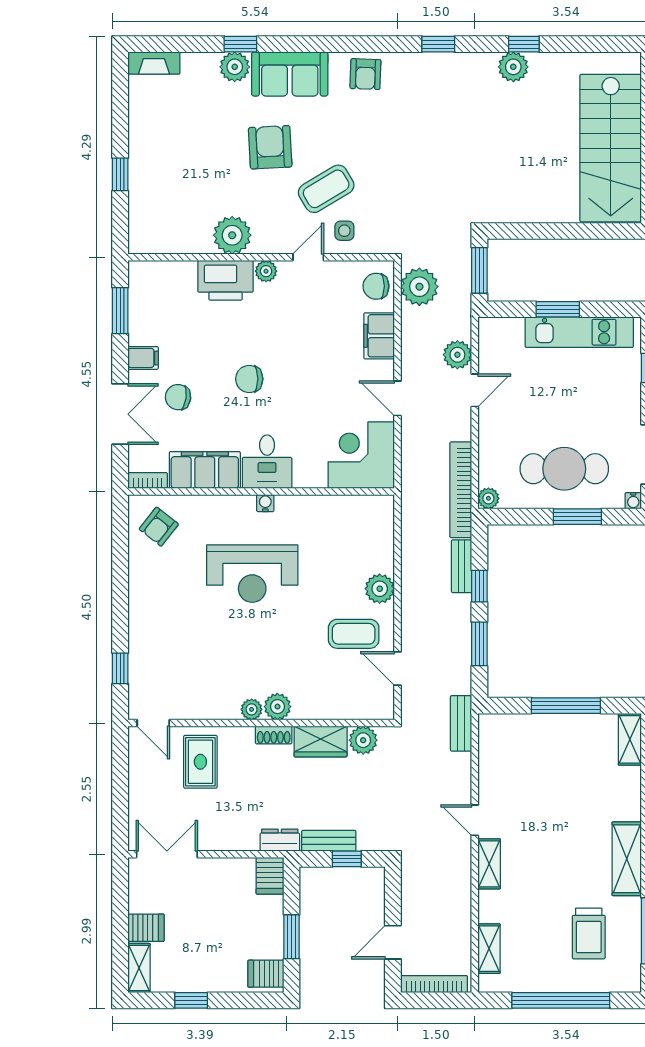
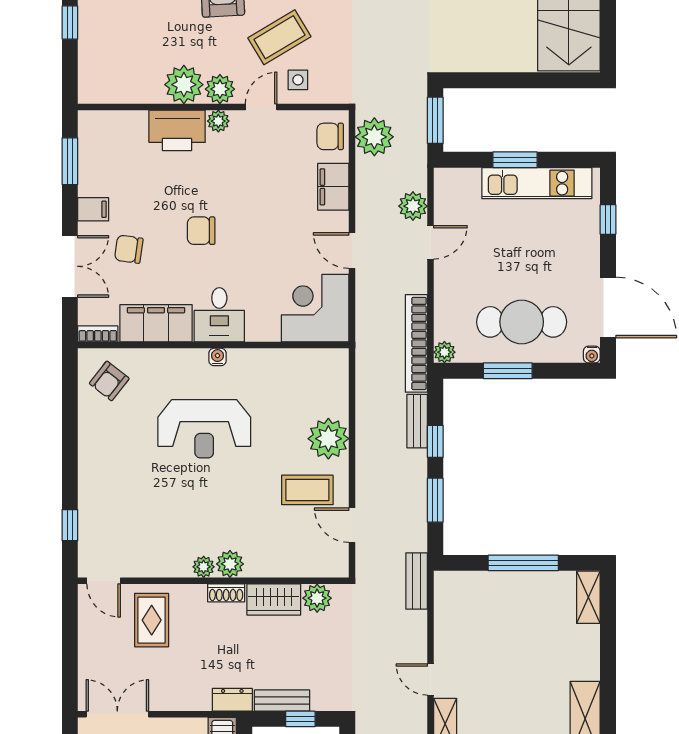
plant: (268, 240) -> (220, 89), added
window: (577, 517) -> (508, 371), moved
plant: (380, 589) -> (328, 439), width x1.36, depth x1.36

